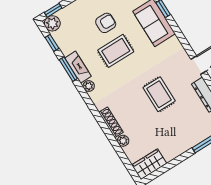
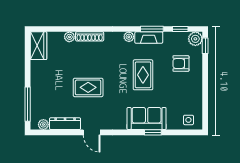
armchair: (106, 23) -> (181, 64), moved, turned 90

